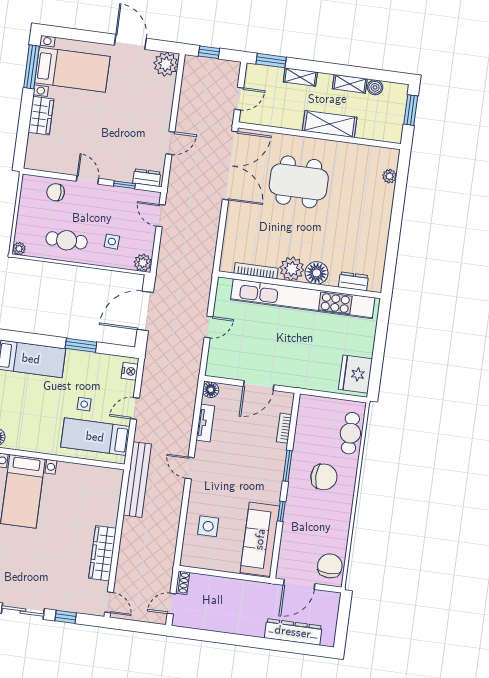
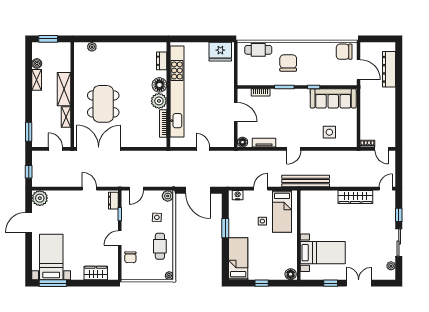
shelving: (300, 77) -> (66, 117), moved
wardrobe: (41, 116) -> (96, 273), moved
door: (135, 408) -> (261, 189), swing flipped

